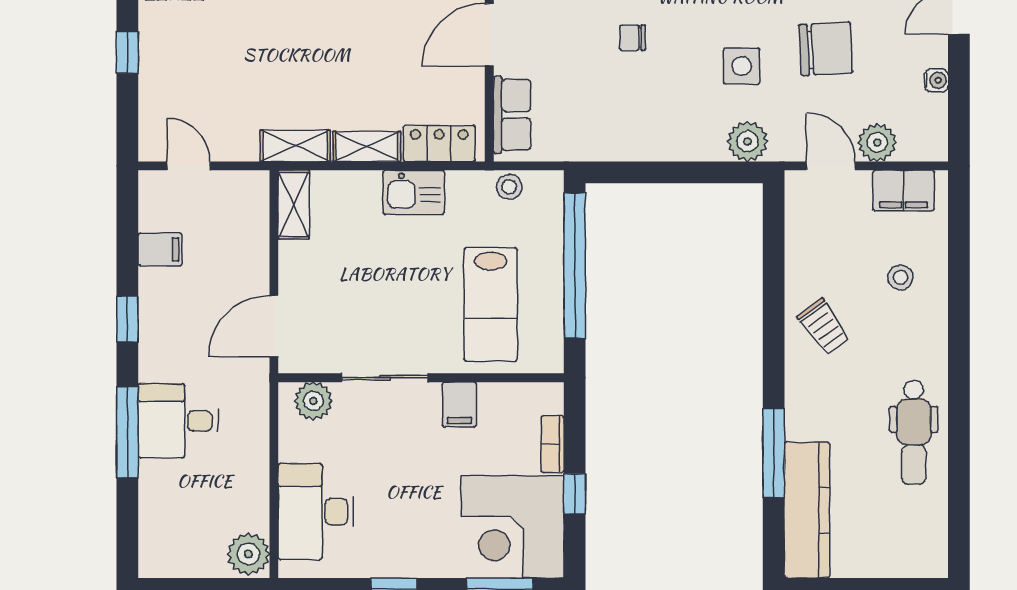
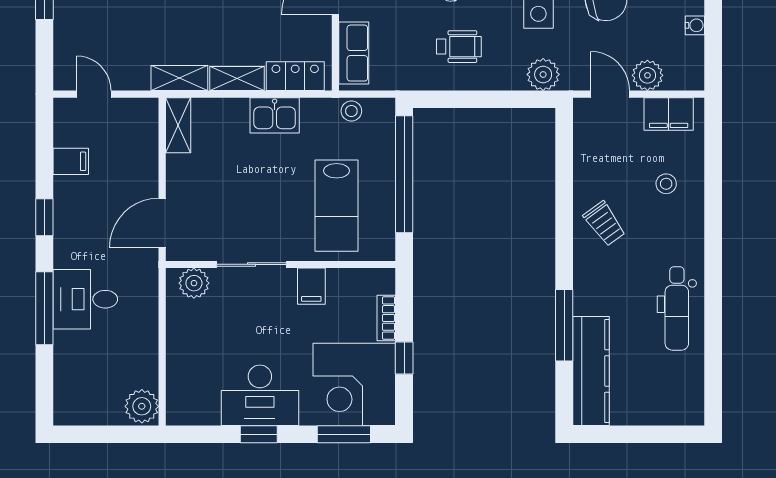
wheelchair: (643, 107) -> (459, 47), added
desk: (316, 512) -> (260, 395), moved, turned -90

